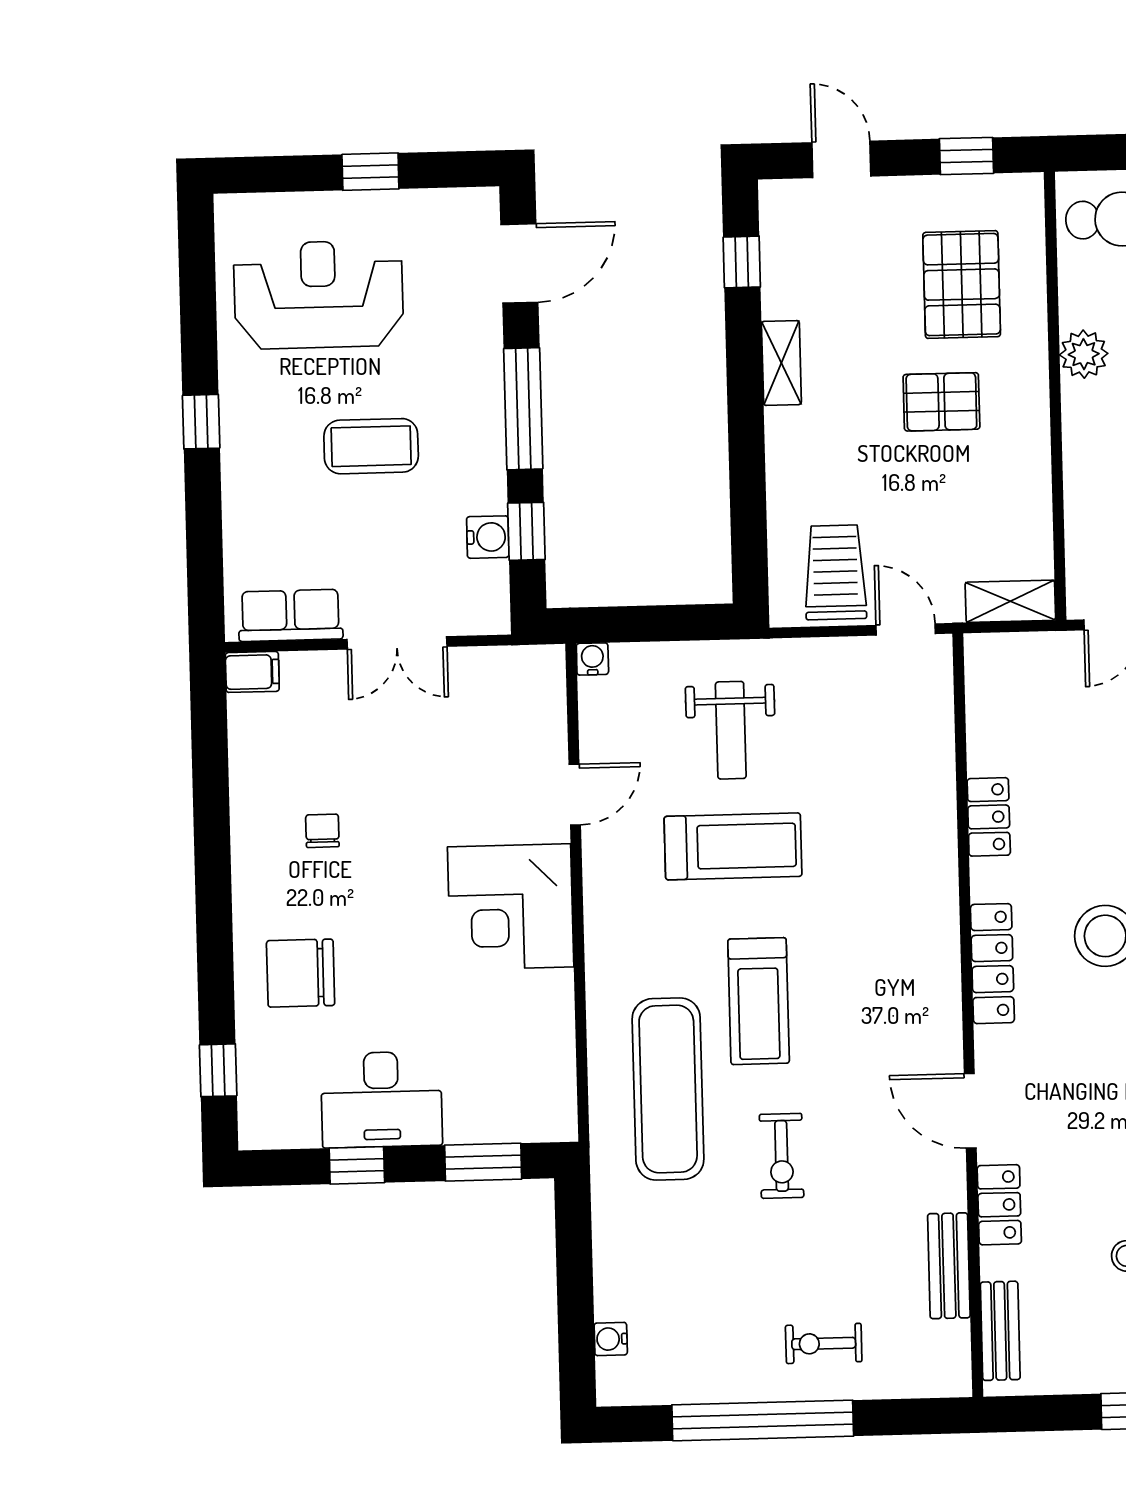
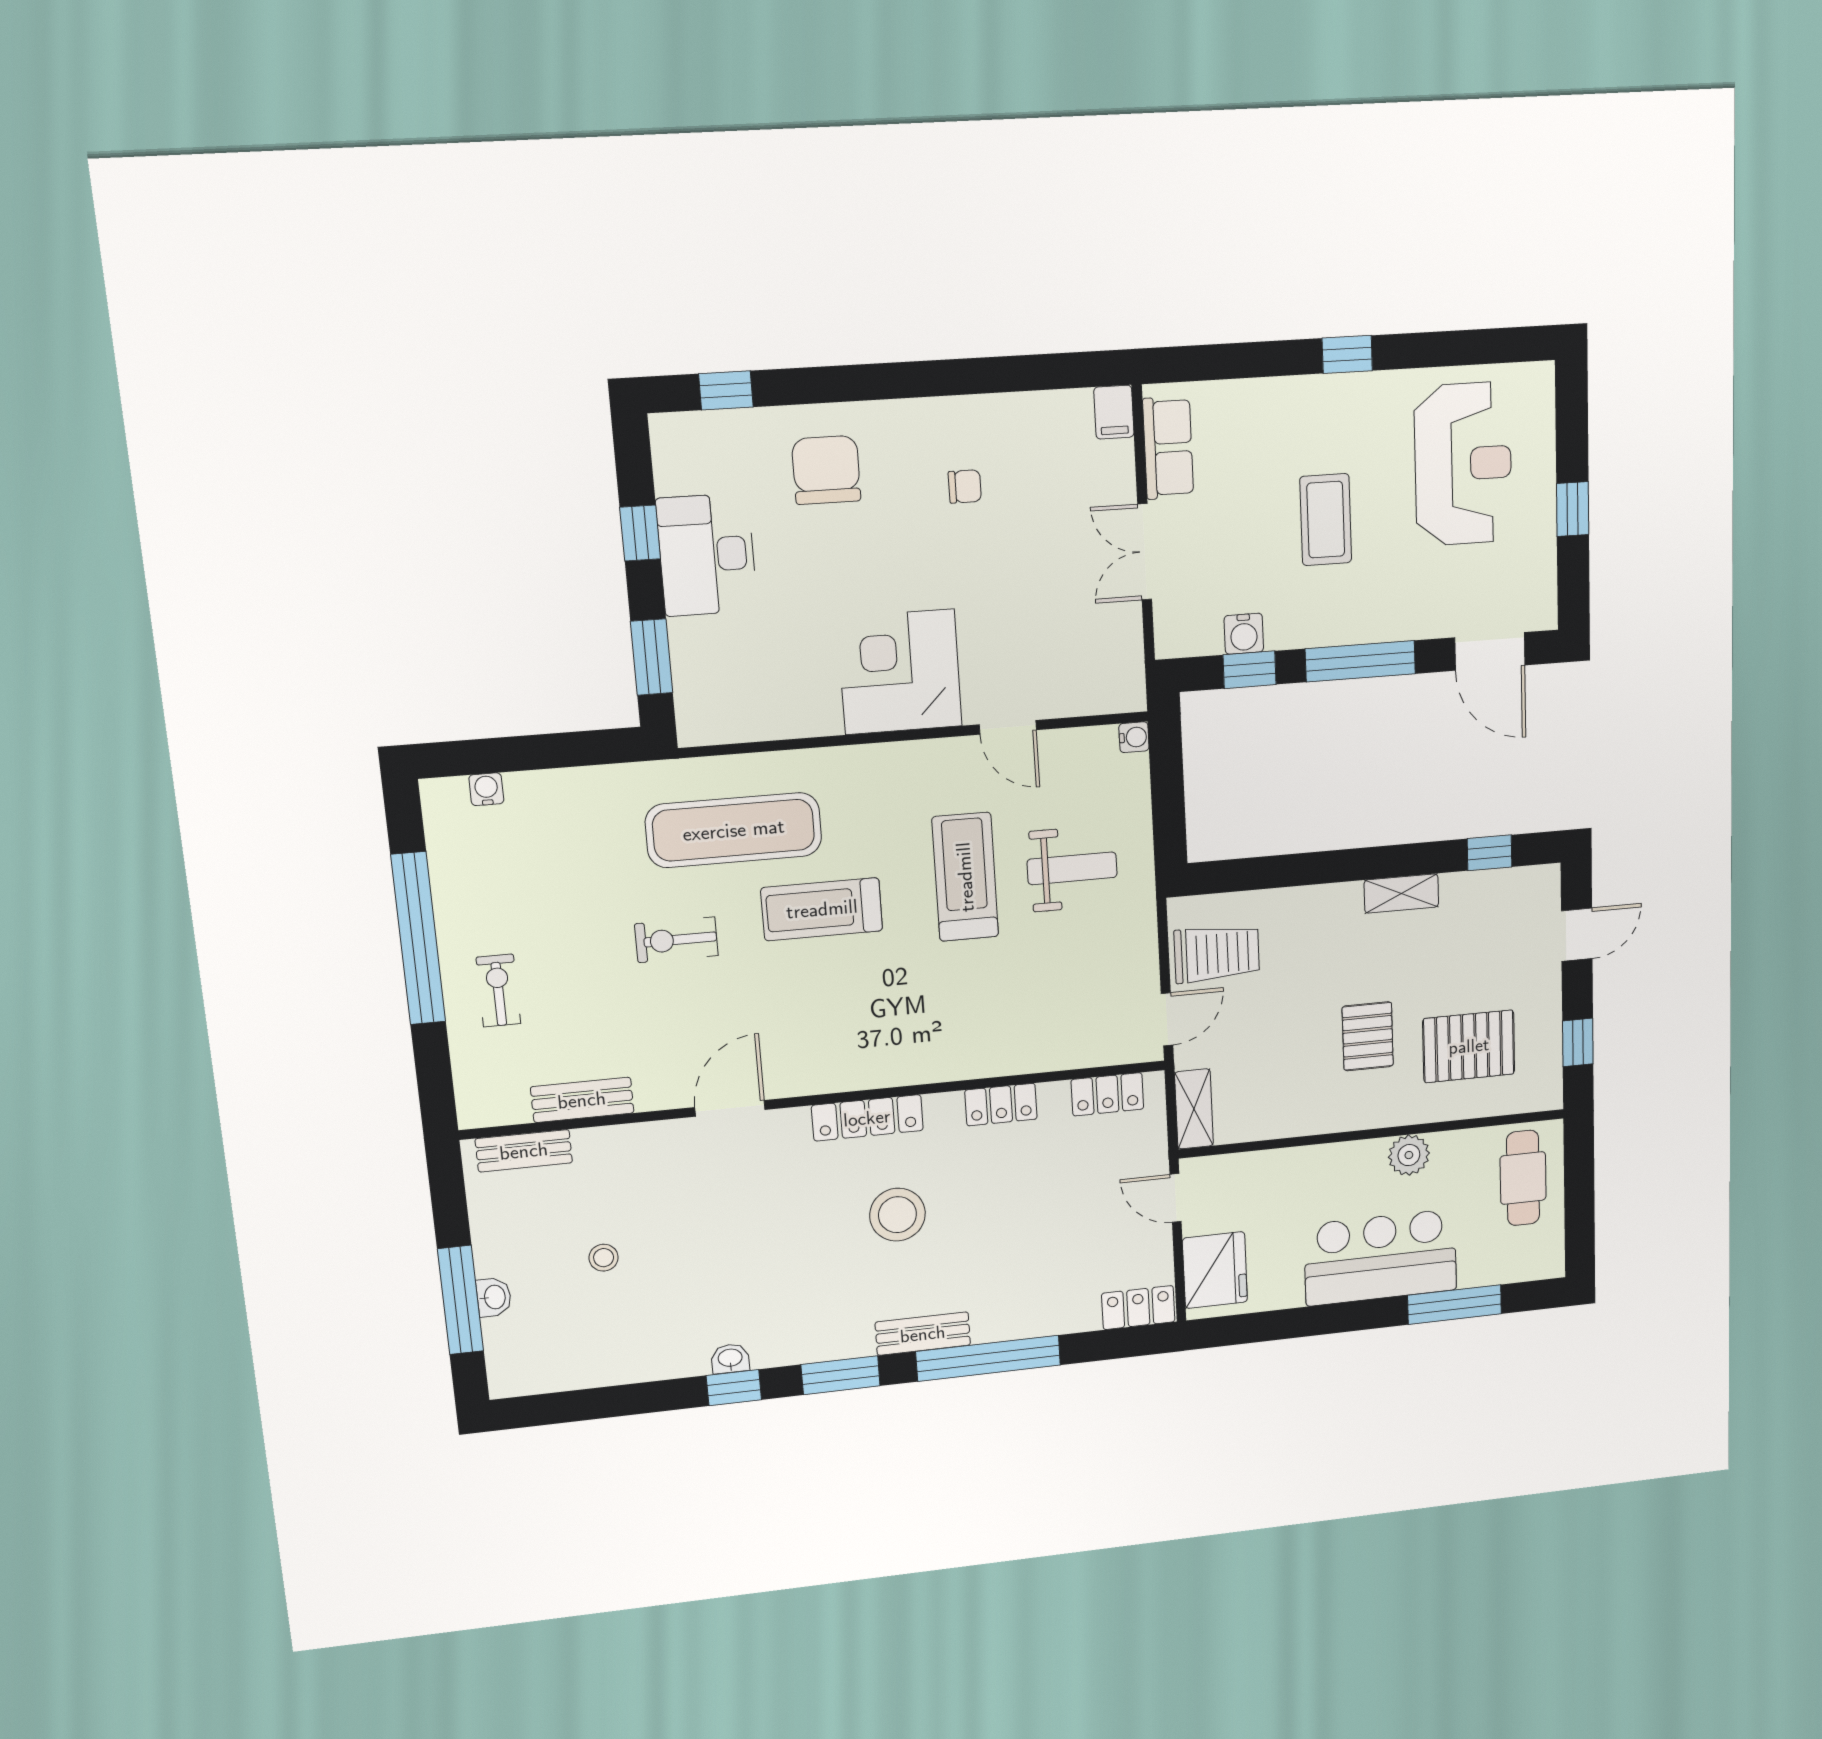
weight bench: (731, 730) -> (1072, 868), turned 180
treadmill: (733, 846) -> (965, 877), turned 180
locker: (999, 1205) -> (1107, 1094), moved

